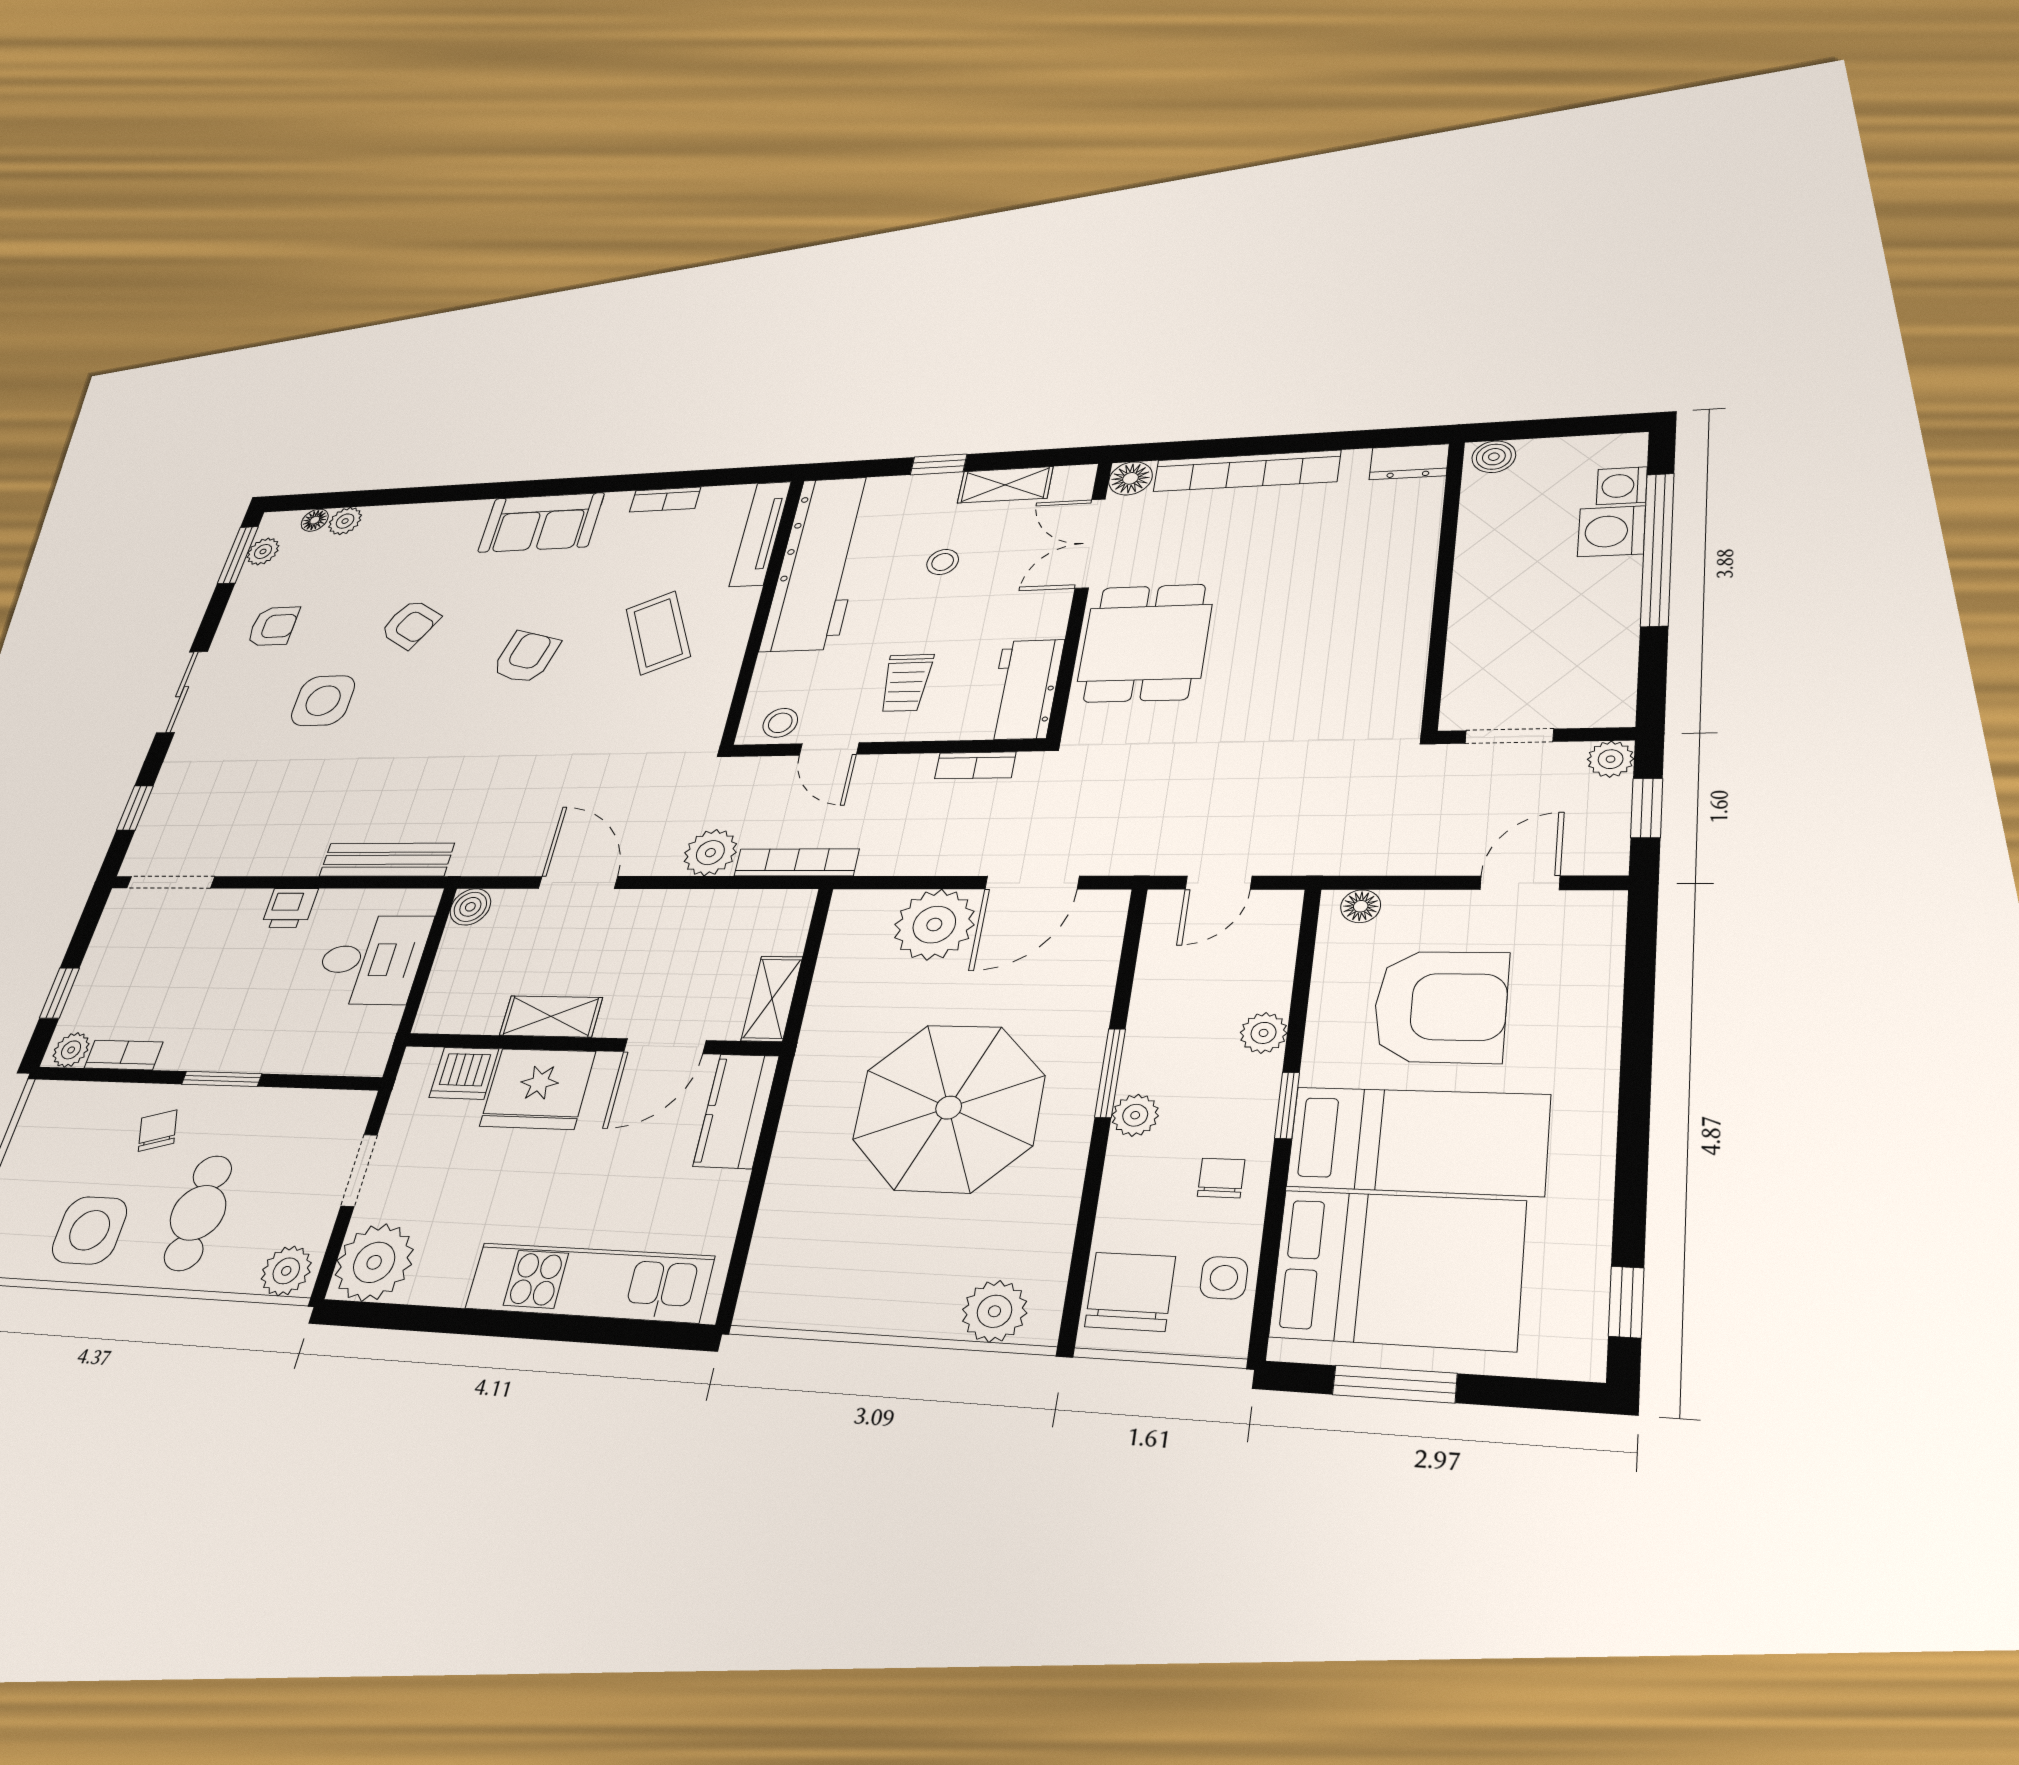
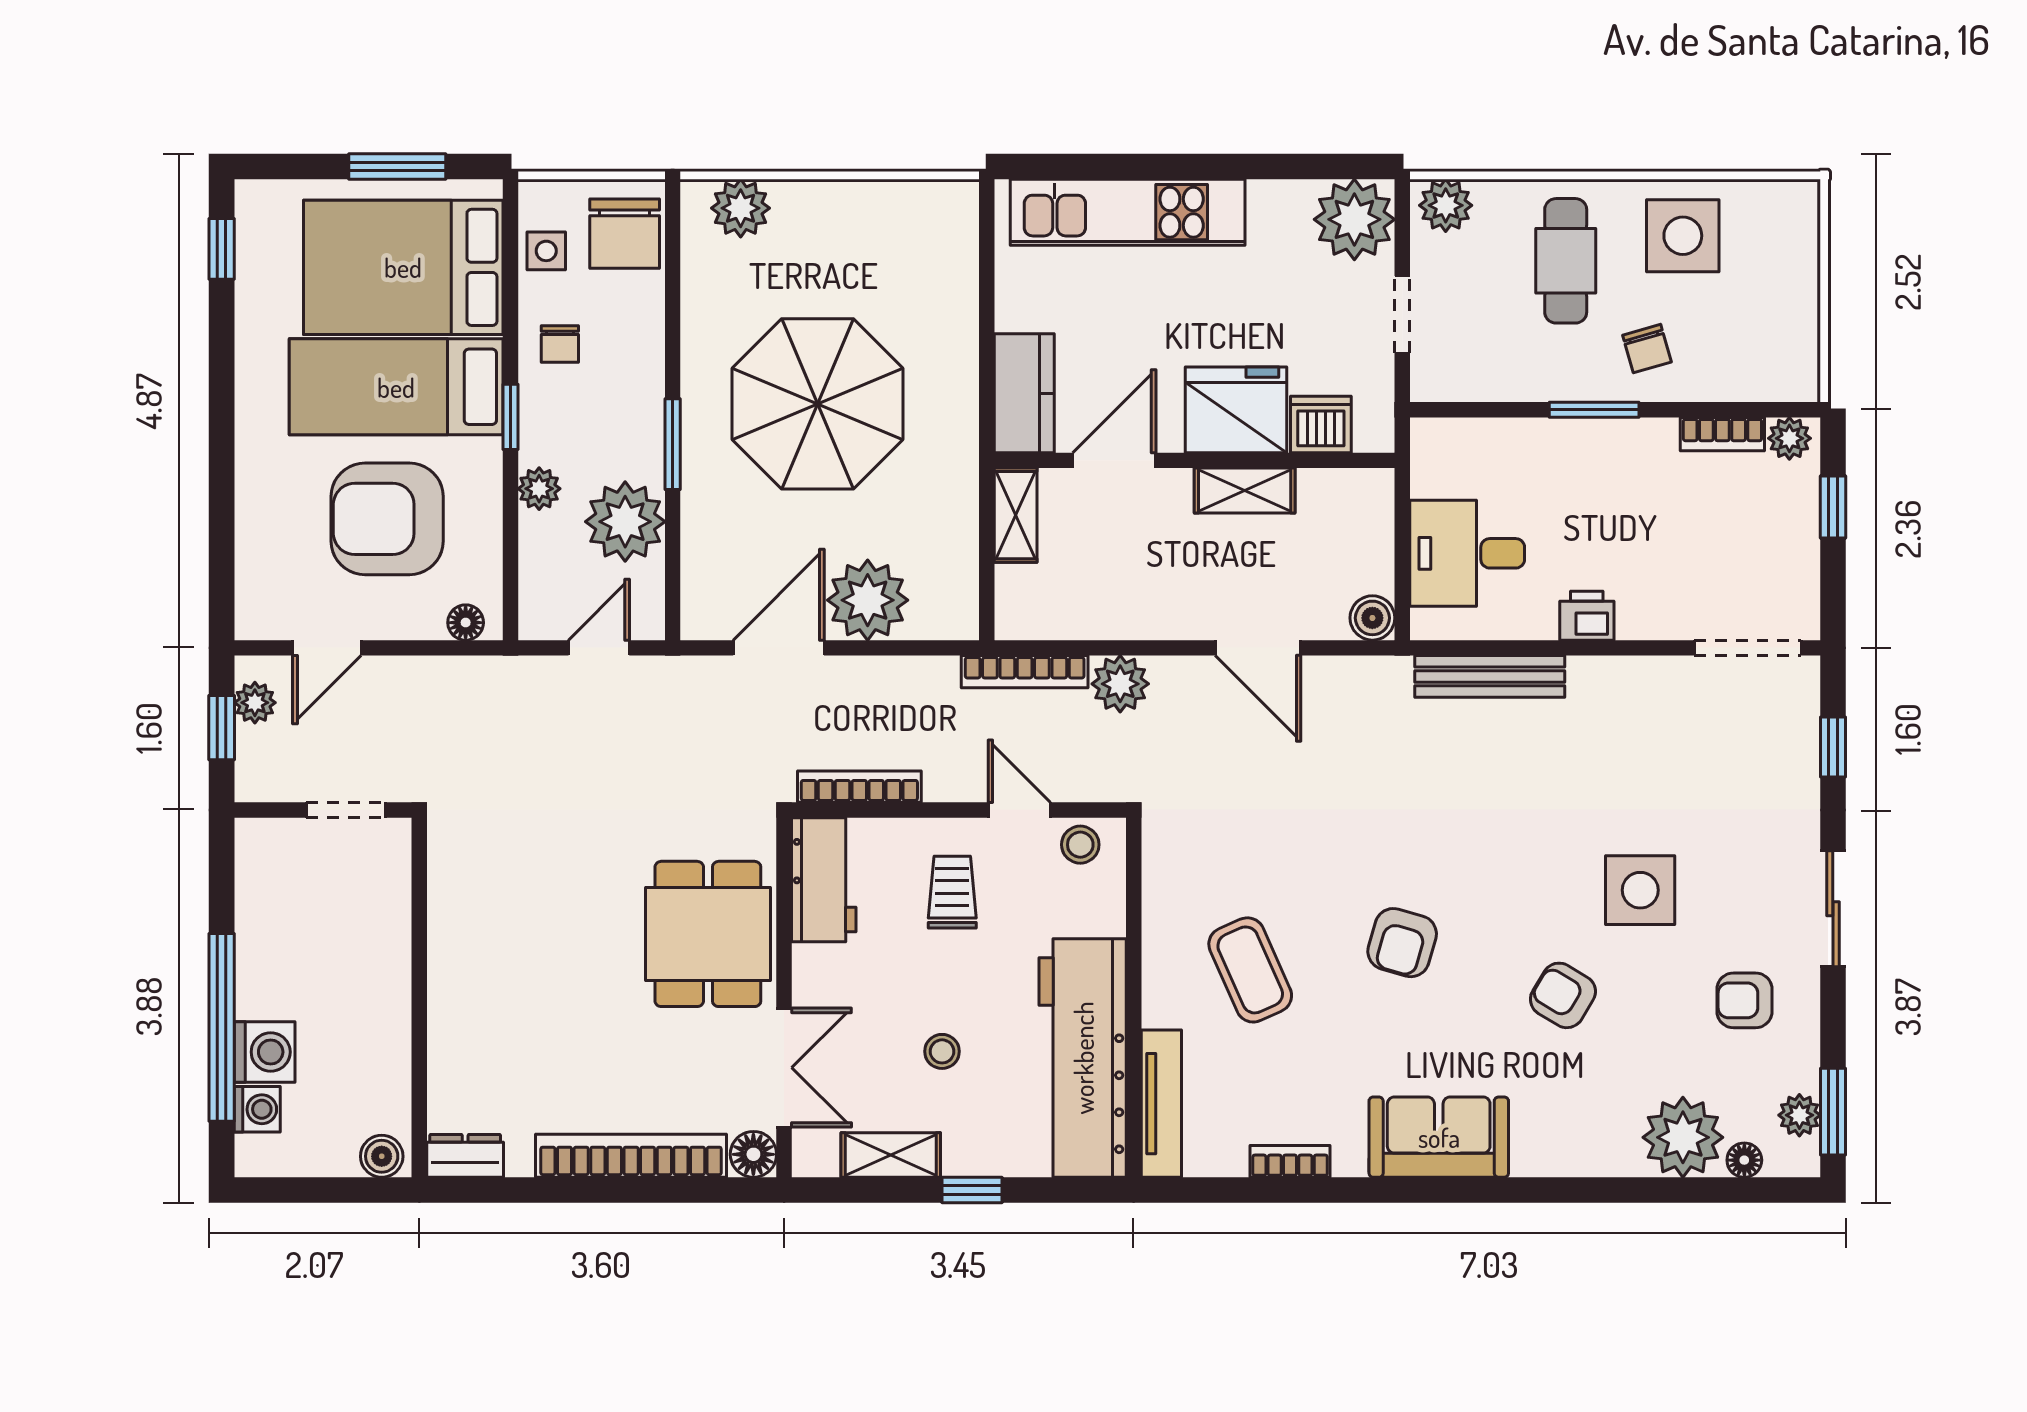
plant: (345, 521) -> (1683, 1137), width x1.87, depth x1.87
plant: (1611, 759) -> (255, 703), moved
bookcase: (975, 765) -> (859, 787), width x1.56
plant: (1135, 1115) -> (625, 522), moved, width x1.87, depth x1.87

